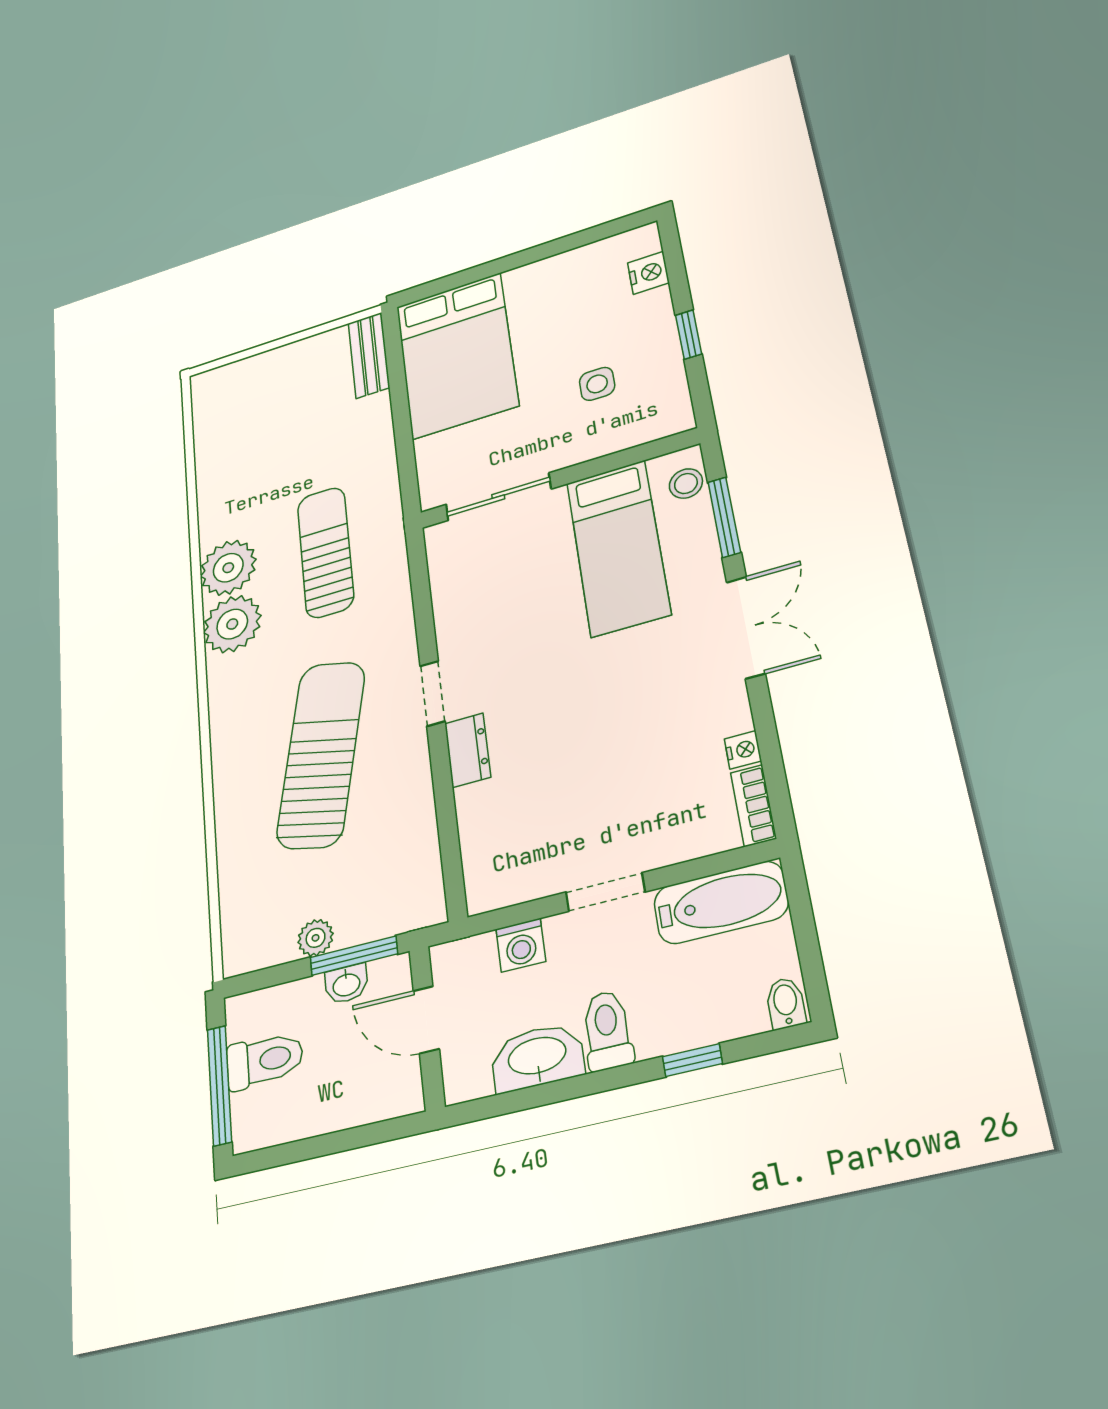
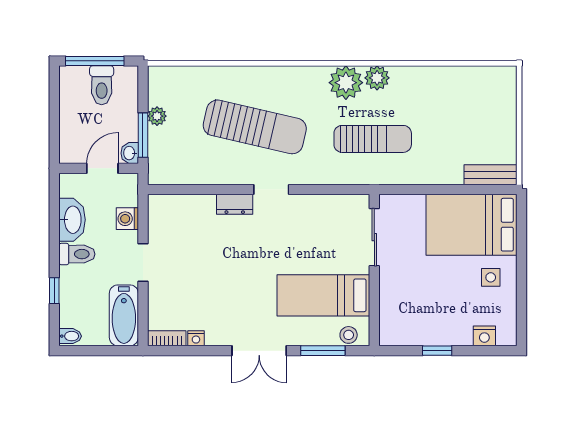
side table: (597, 384) -> (491, 277), moved
plant: (228, 568) -> (377, 78), width x0.73, depth x0.73
washbasin: (346, 984) -> (130, 153), moved

